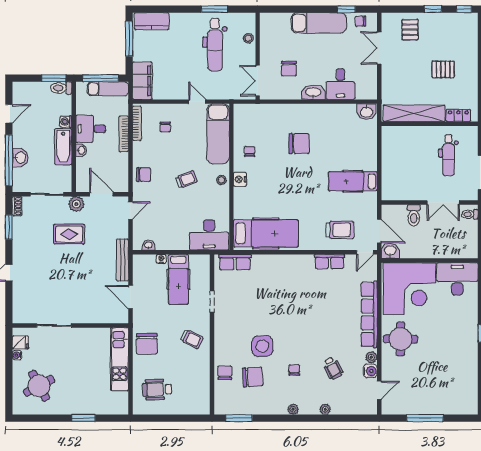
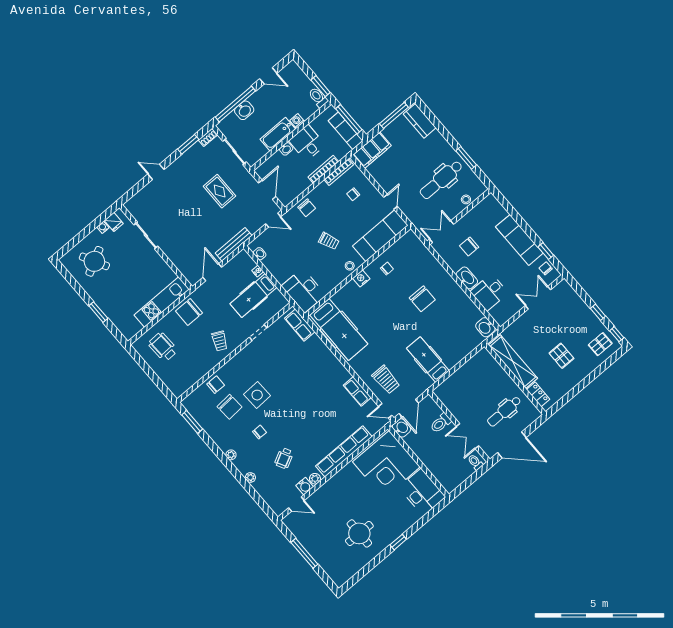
pallet: (410, 30) -> (600, 344), moved
plant: (76, 204) -> (245, 178), removed
round table: (400, 339) -> (359, 533), moved

